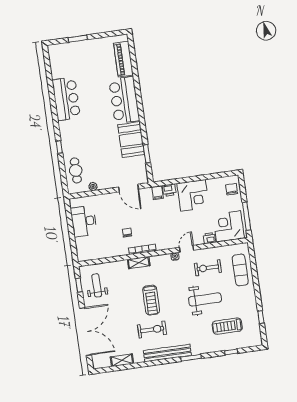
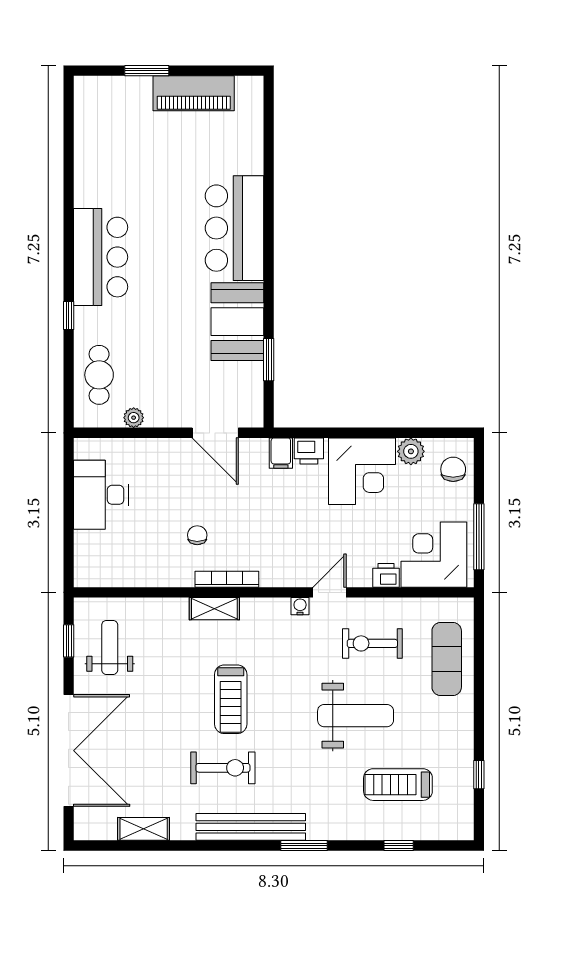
piano: (123, 59) -> (194, 93), moved, turned -90
bar counter: (66, 99) -> (101, 257), moved
plant: (213, 184) -> (411, 451), added

